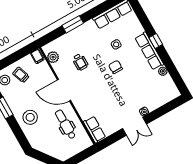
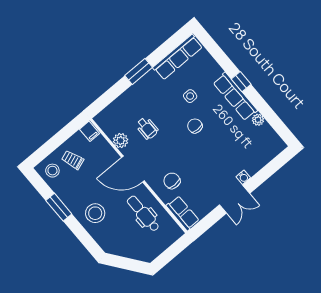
window: (73, 24) -> (139, 71), moved
plant: (53, 57) -> (121, 141), moved
chair: (91, 104) -> (172, 181), added

